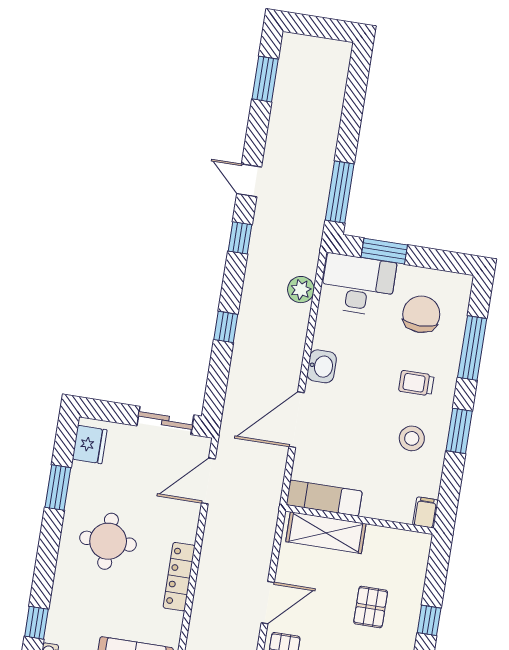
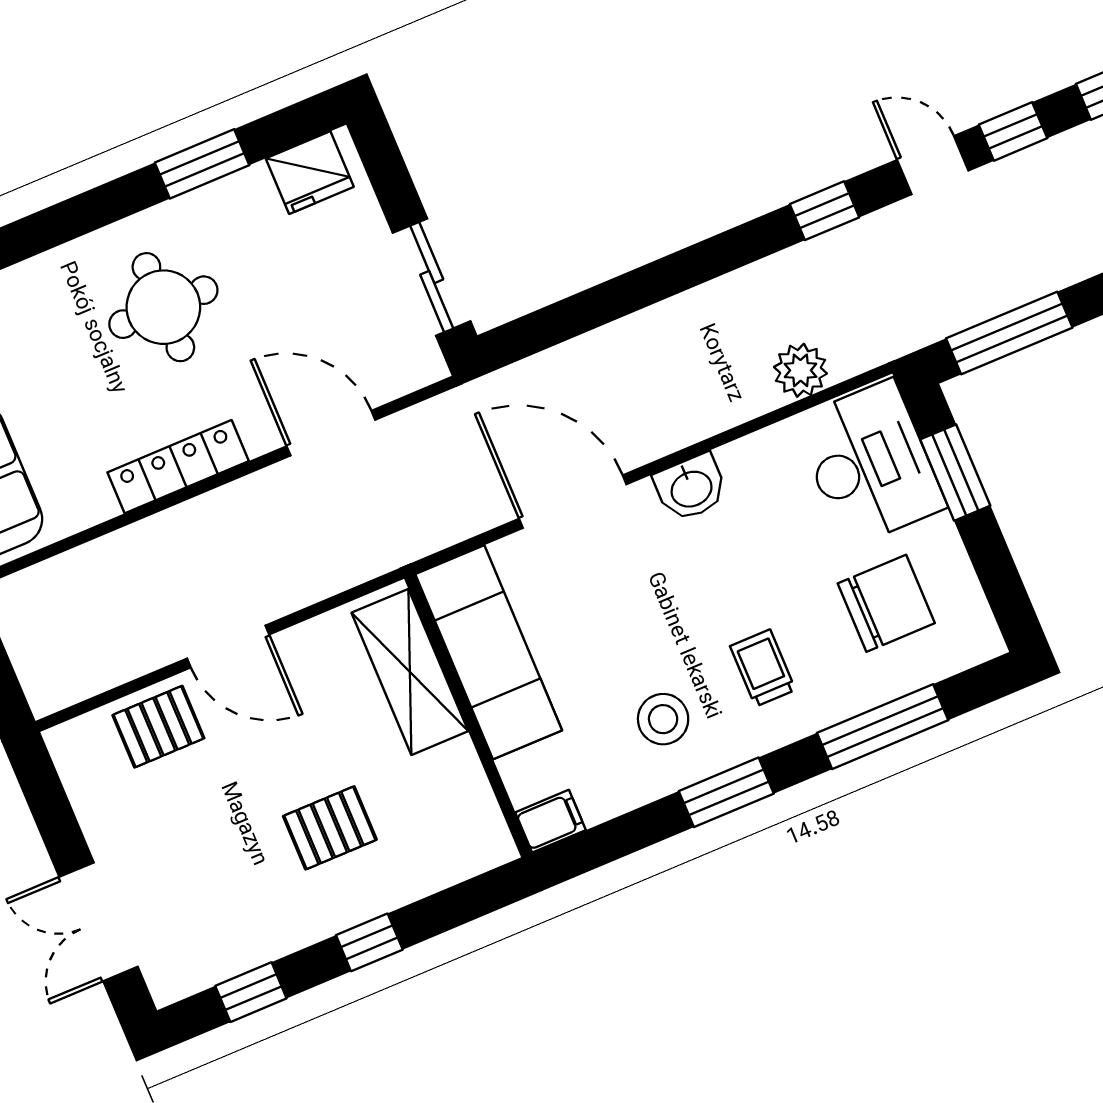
door: (249, 180) -> (933, 165), hinge flipped
window: (226, 327) -> (1013, 131), moved
door: (208, 481) -> (331, 433), moved
exam couch: (324, 498) -> (489, 652), width x1.36, depth x1.45

